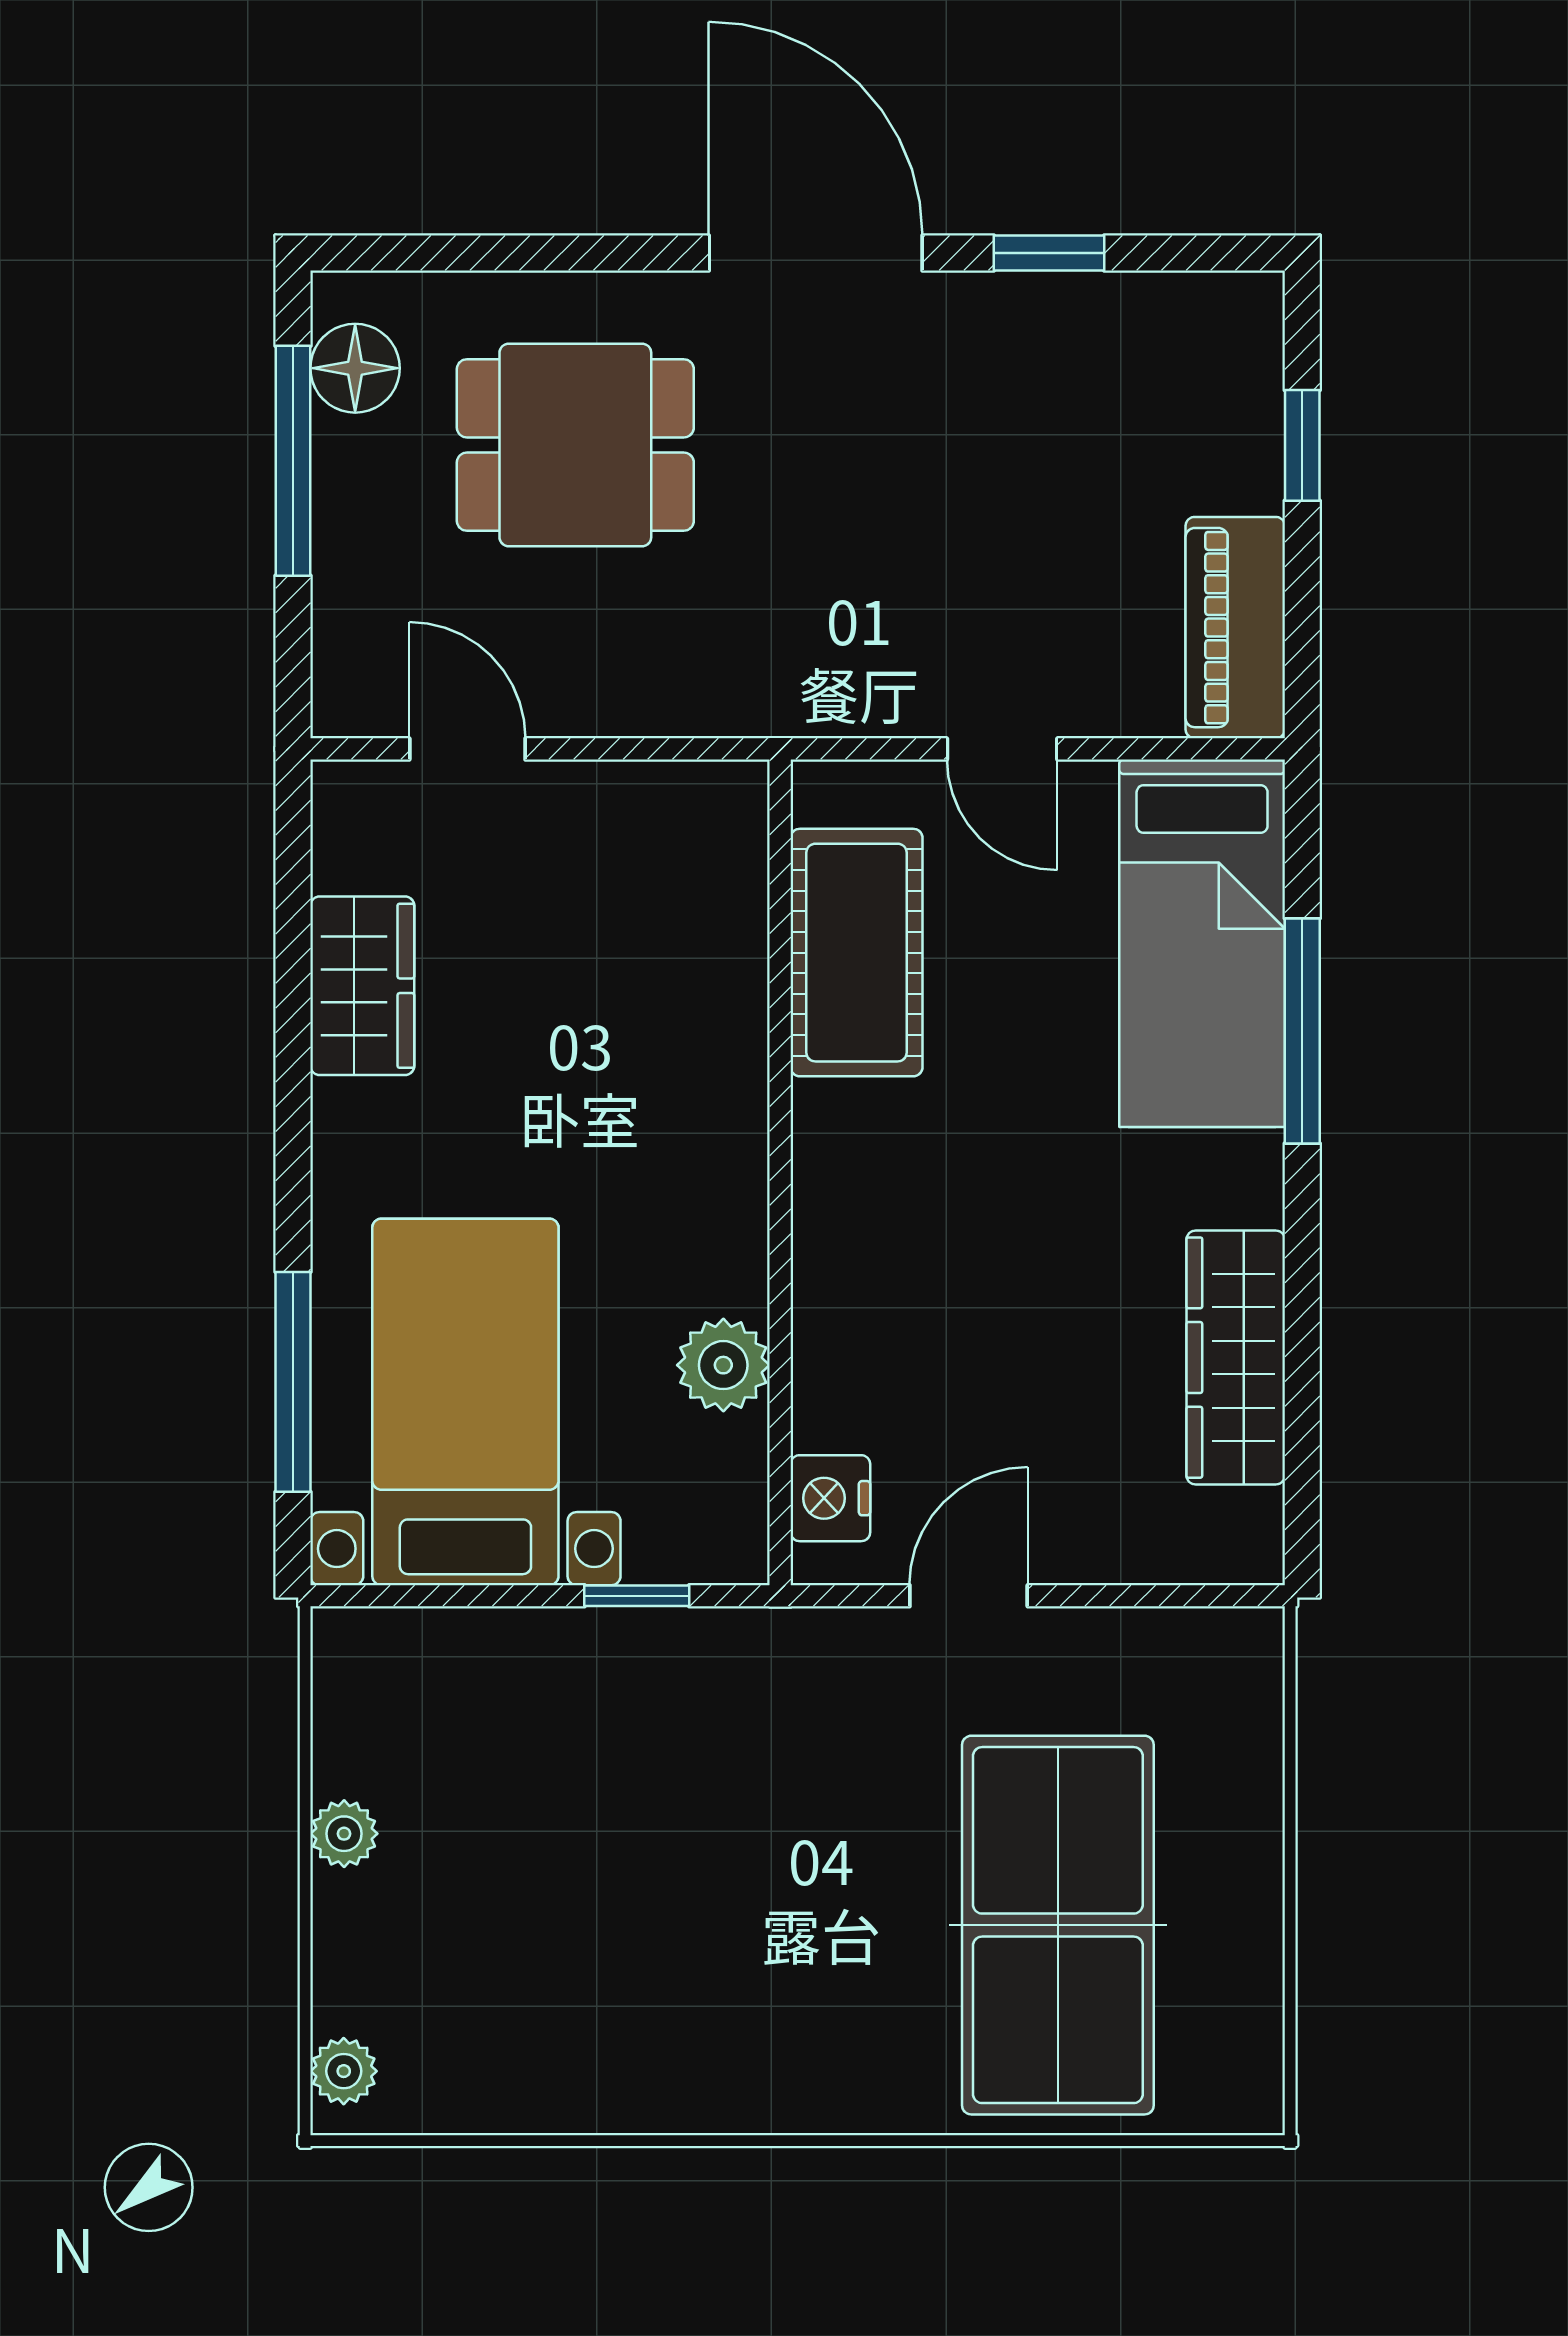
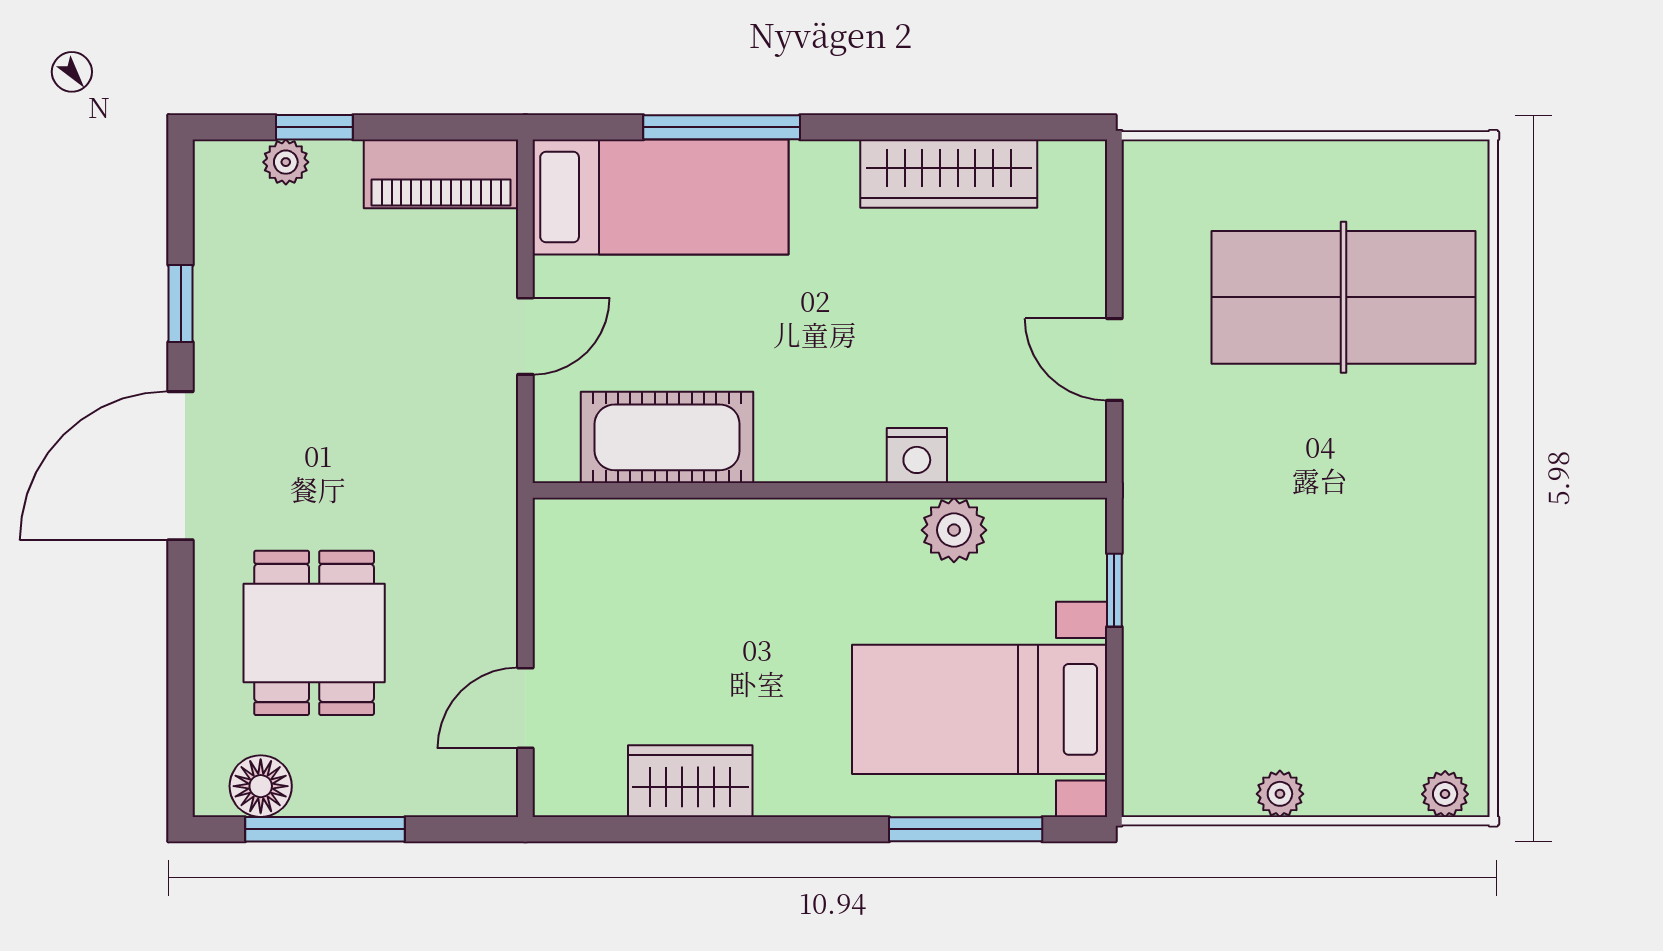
plant: (1252, 404) -> (286, 162), added
nightstand: (830, 1498) -> (917, 456), moved

